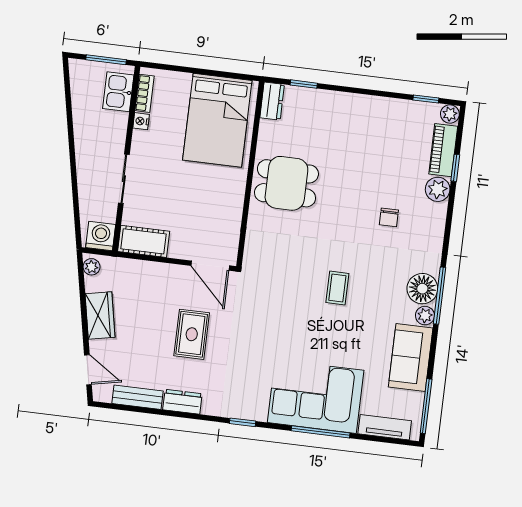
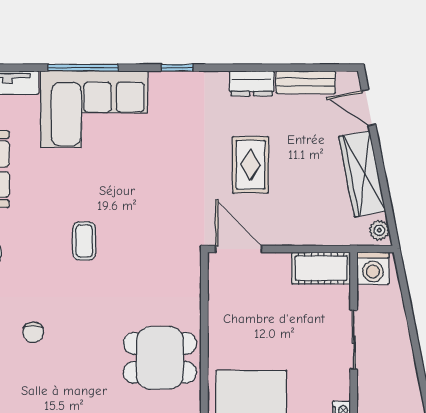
chair: (389, 217) -> (33, 332), turned 180
wardrobe: (100, 315) -> (362, 174), width x1.50

